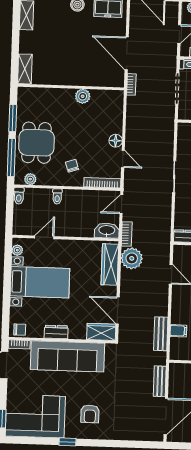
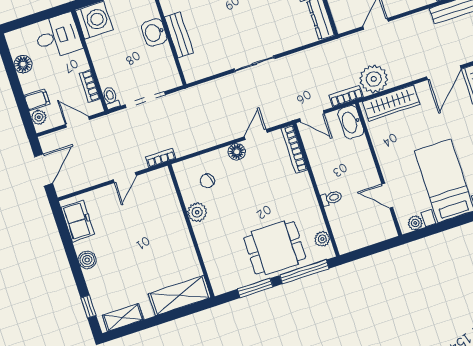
door: (127, 53) -> (125, 178), width x0.53
shelving: (25, 69) -> (180, 296), width x1.50, depth x1.33
chair: (72, 166) -> (207, 181), moved
toilet: (19, 196) -> (348, 246), removed

